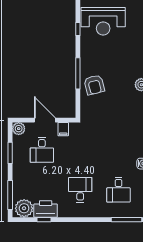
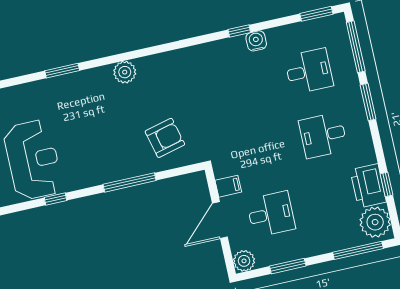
armchair: (94, 85) -> (165, 138), moved
window: (93, 220) -> (368, 102), added

